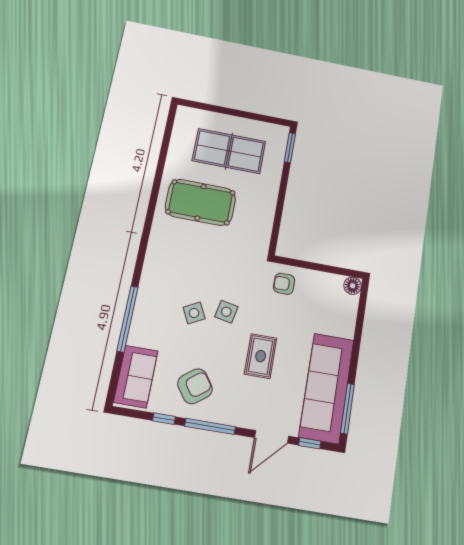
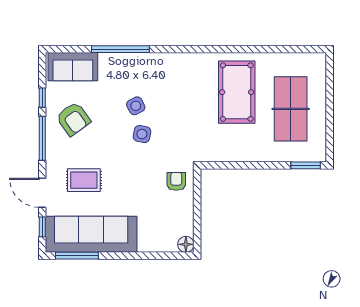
rug: (261, 356) -> (84, 180), moved

